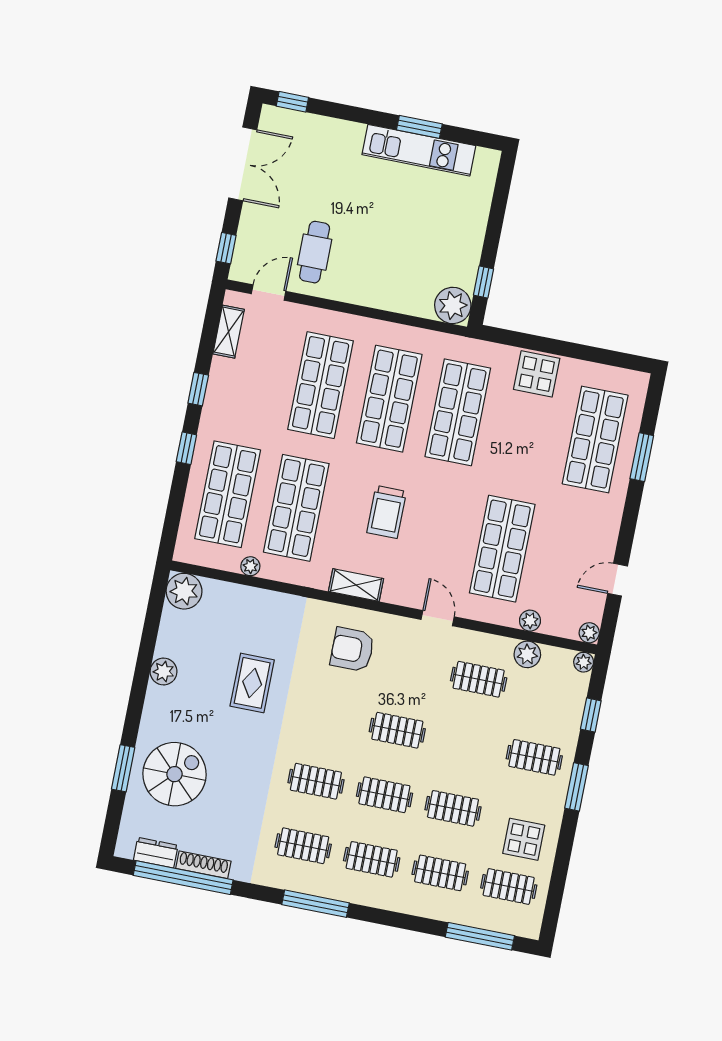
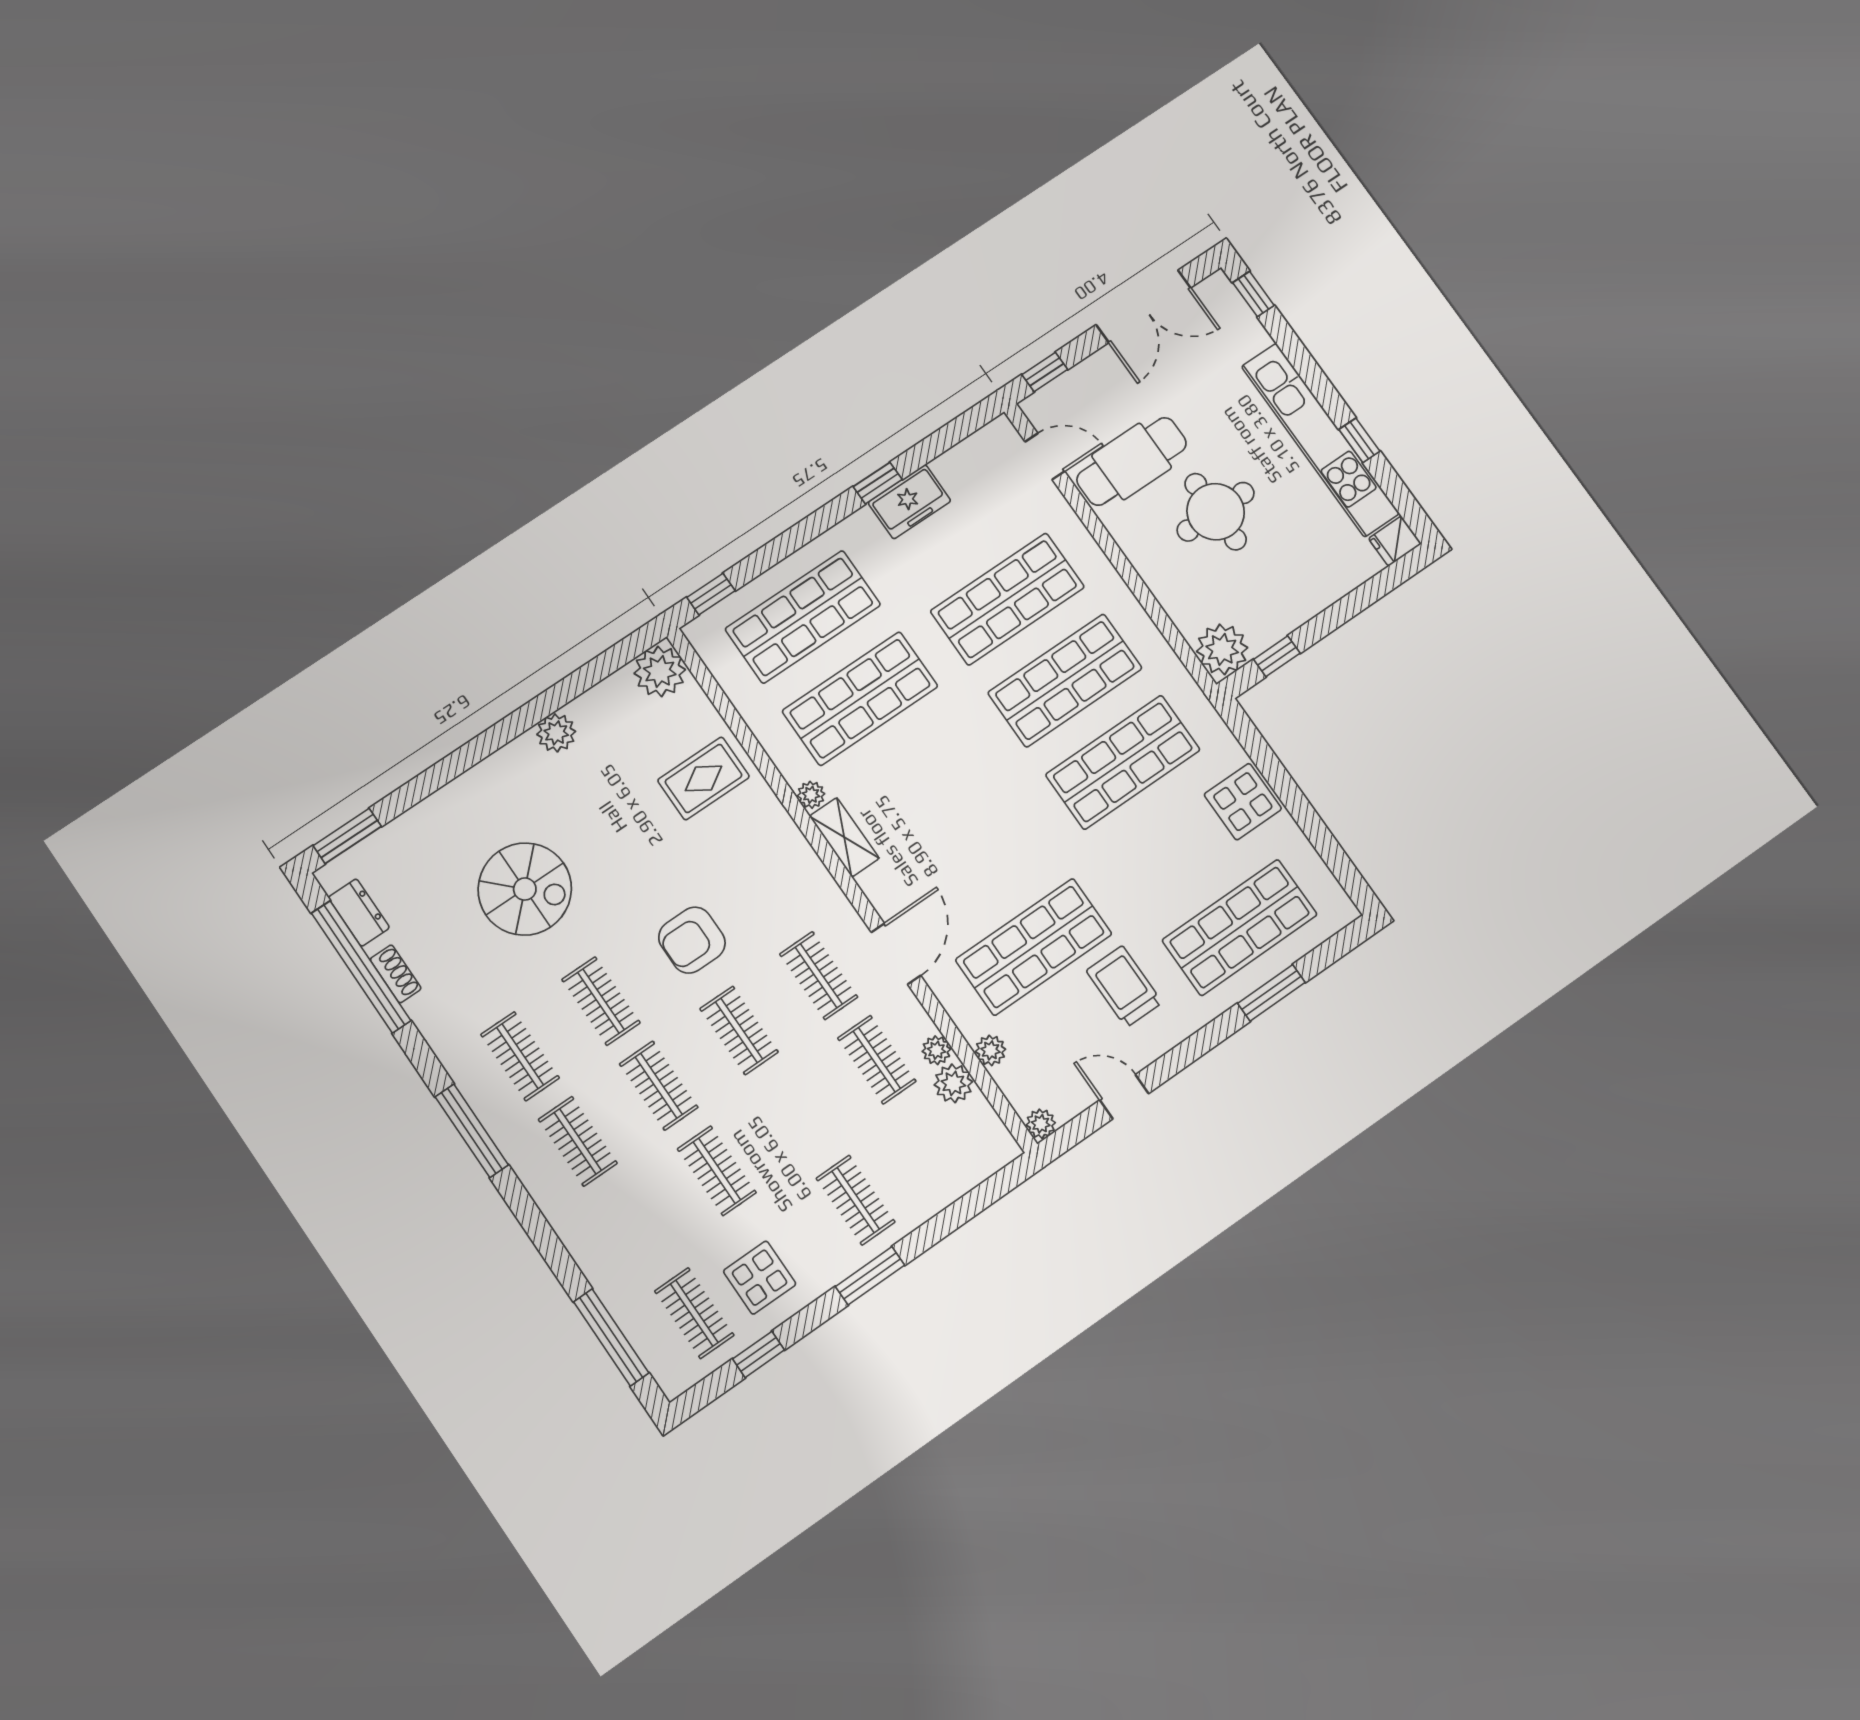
window: (419, 127) -> (1359, 440), width x0.67
kitchen unit: (419, 150) -> (1320, 440), width x1.36
fridge: (487, 163) -> (1395, 541), added
round table: (382, 237) -> (1216, 512), added
cafe table: (315, 252) -> (1132, 461), width x1.37, depth x1.35
shelving: (229, 332) -> (966, 456), removed
freezer: (223, 383) -> (909, 502), added
window: (186, 448) -> (711, 594), moved
trolley: (387, 512) -> (1124, 987), moved, turned 90
plant: (250, 566) -> (811, 795), moved
door: (438, 618) -> (896, 954), width x1.38
armchair: (352, 649) -> (692, 940), moved, turned -90
plant: (584, 662) -> (936, 1050), moved
rug: (252, 683) -> (704, 778), moved
window: (591, 715) -> (758, 1354), moved
window: (123, 768) -> (347, 836), moved
spiral stairs: (174, 774) -> (525, 889), moved
shoe rack: (203, 865) -> (396, 974), width x0.70
clothes rail: (440, 873) -> (819, 976), moved

